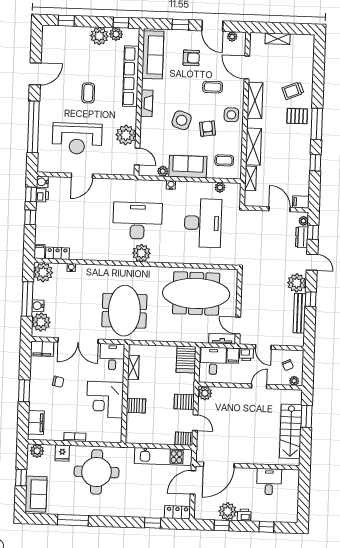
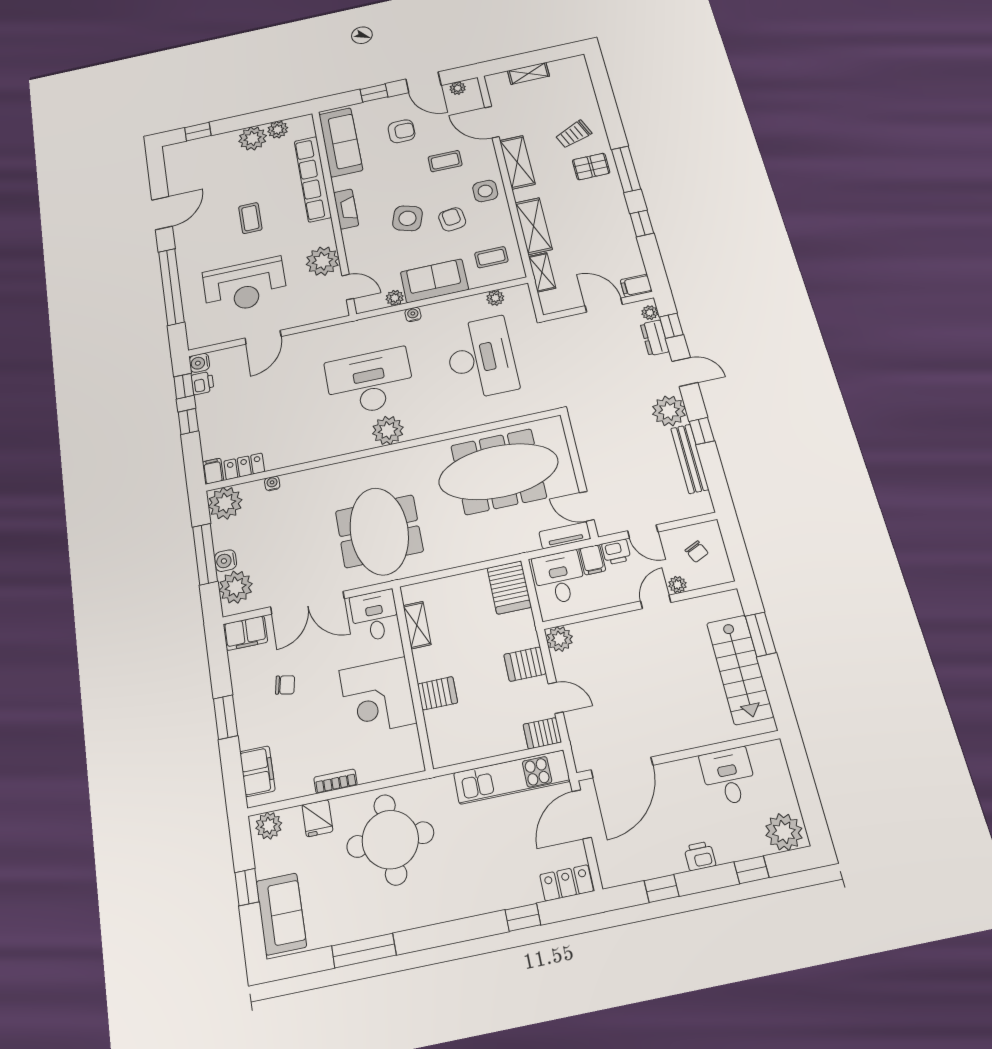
window: (121, 23) -> (282, 113), removed
plant: (294, 381) -> (678, 585), moved
plant: (228, 511) -> (784, 832), moved

